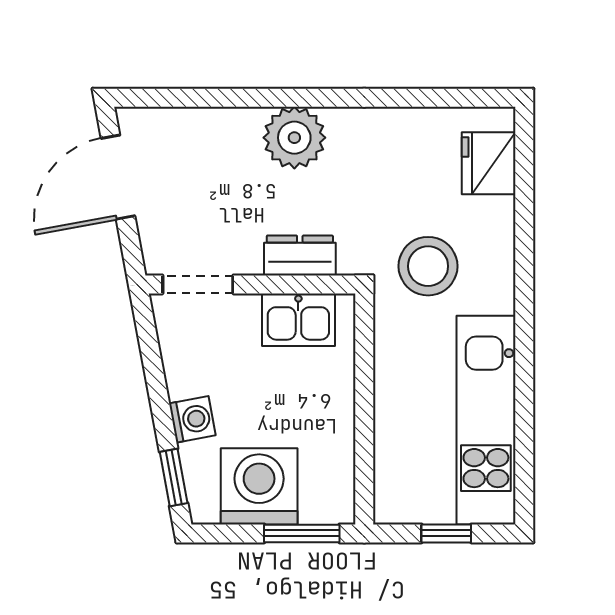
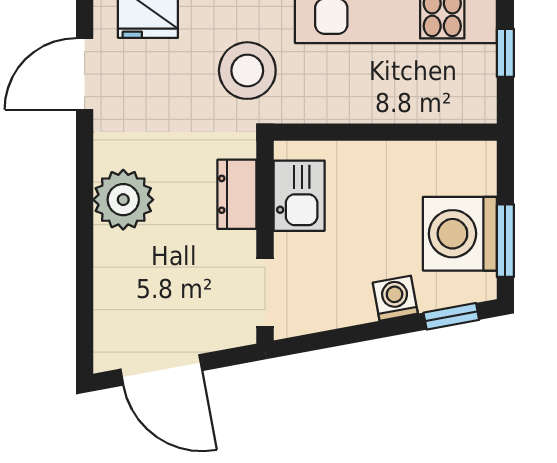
door: (425, 98) -> (85, 74), added
window: (302, 533) -> (505, 241), moved

